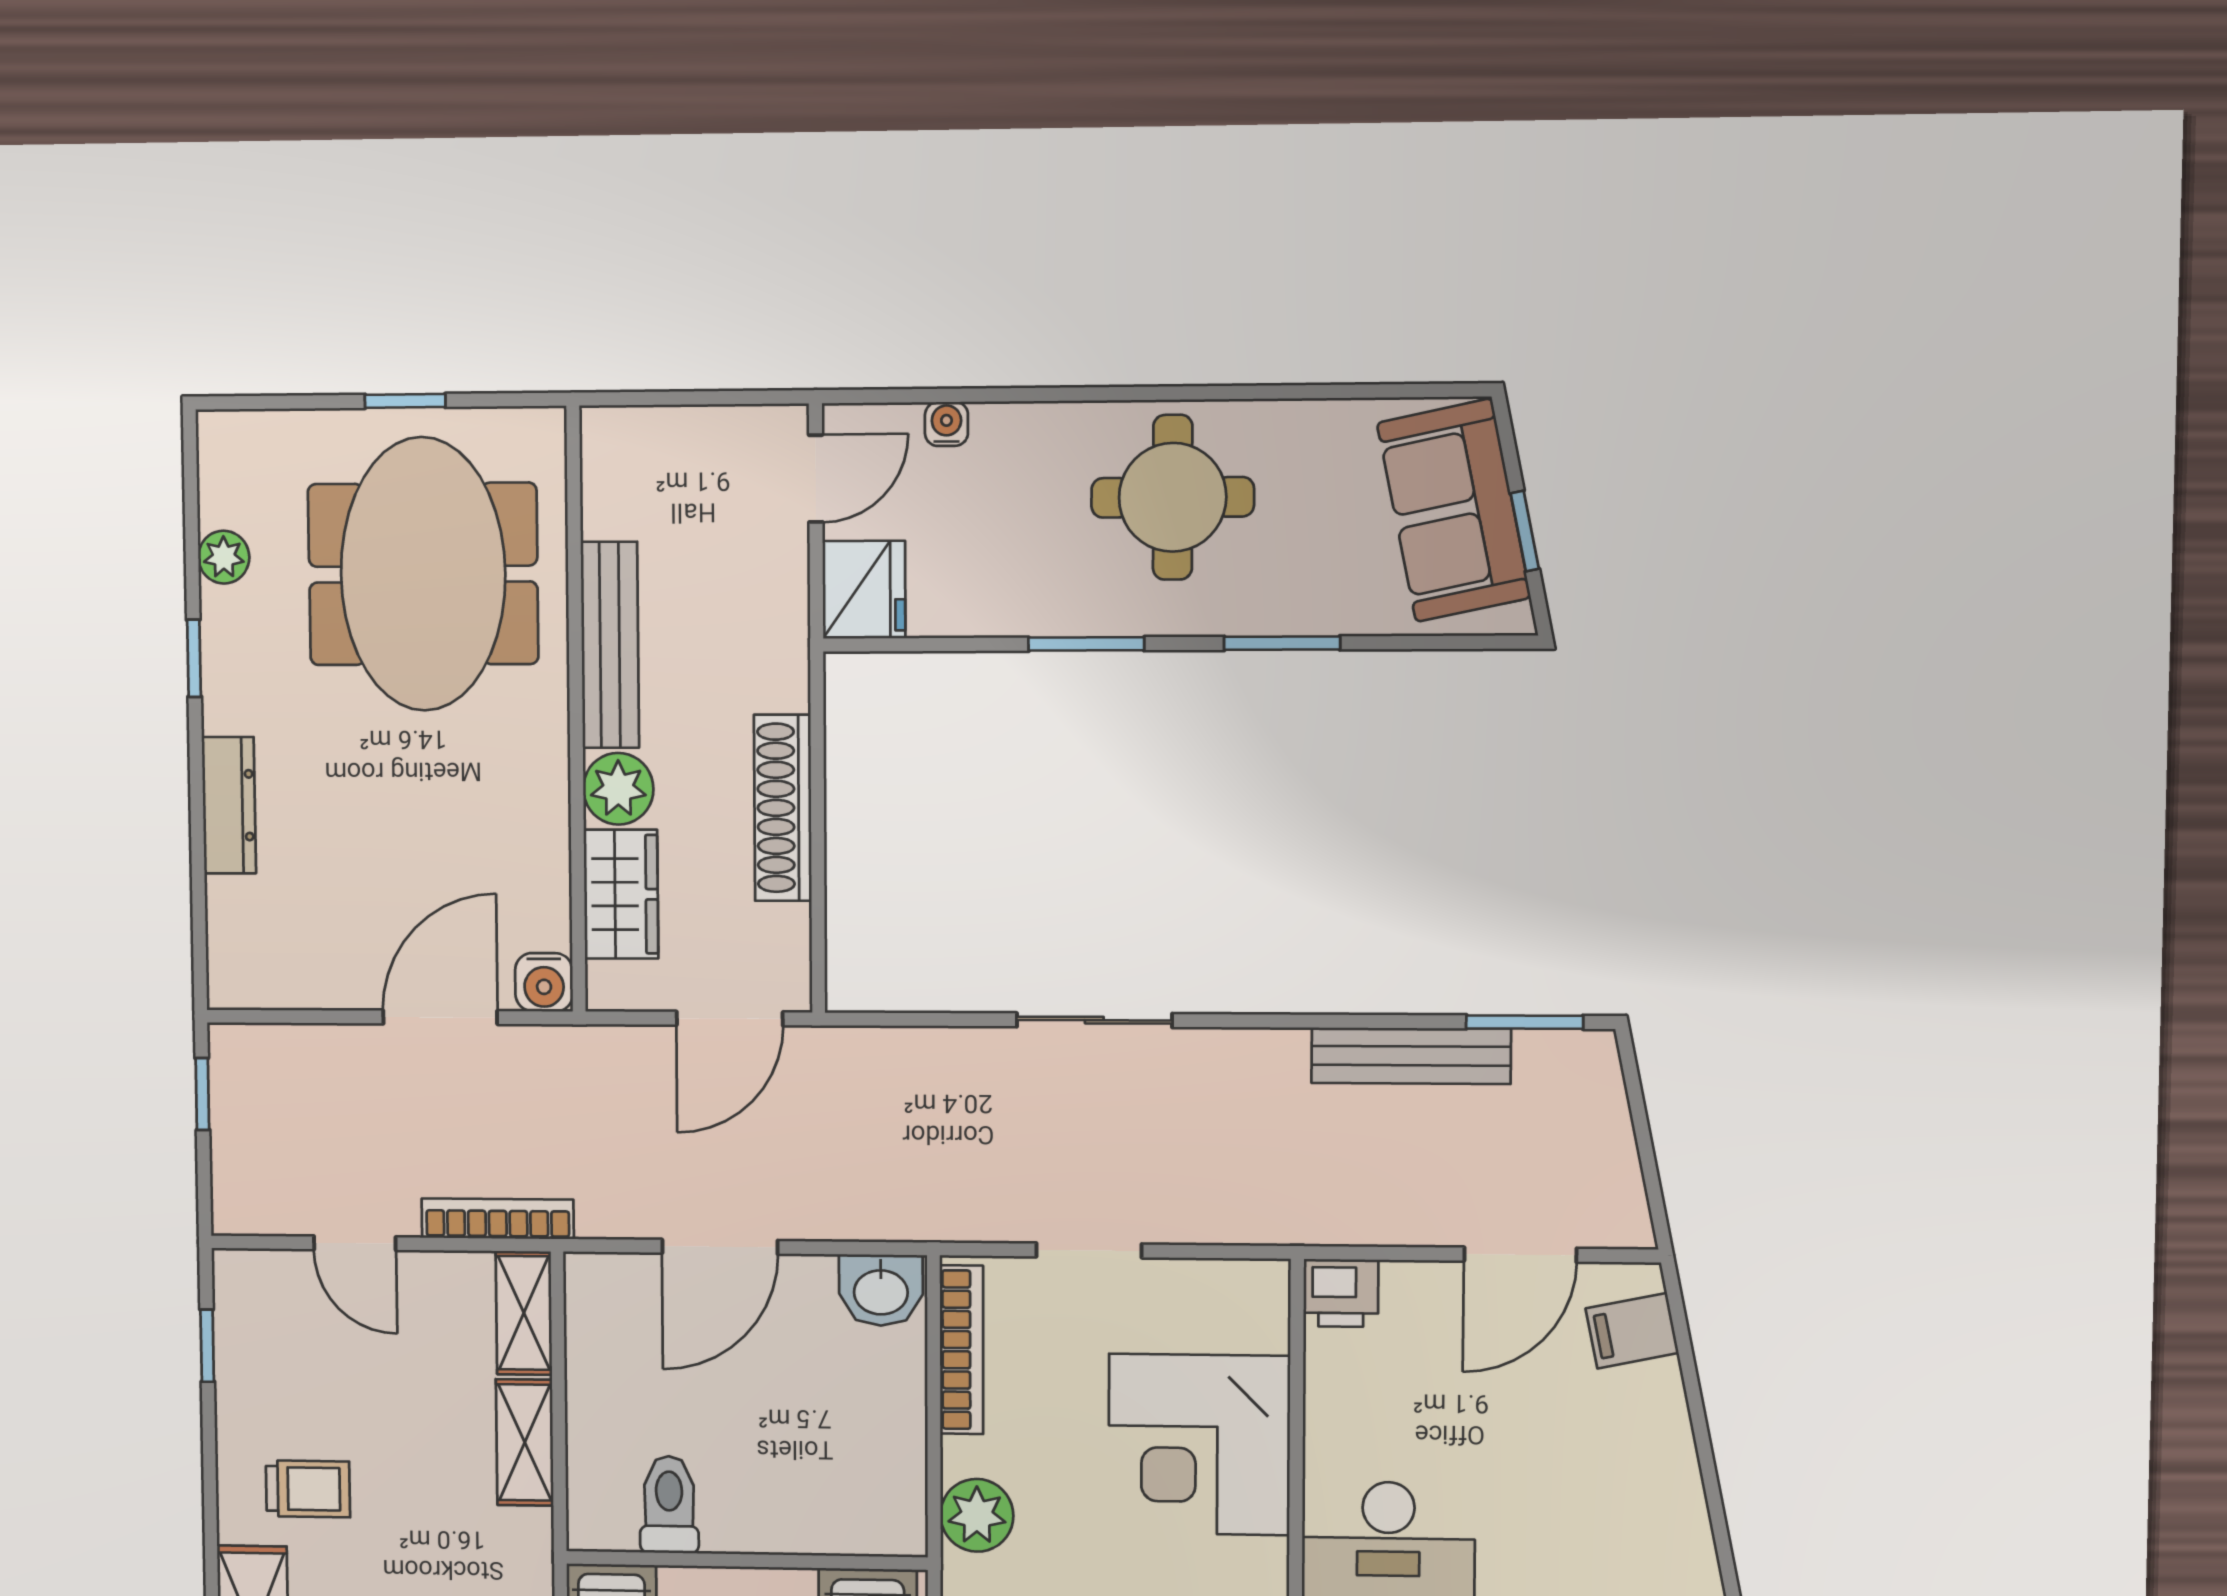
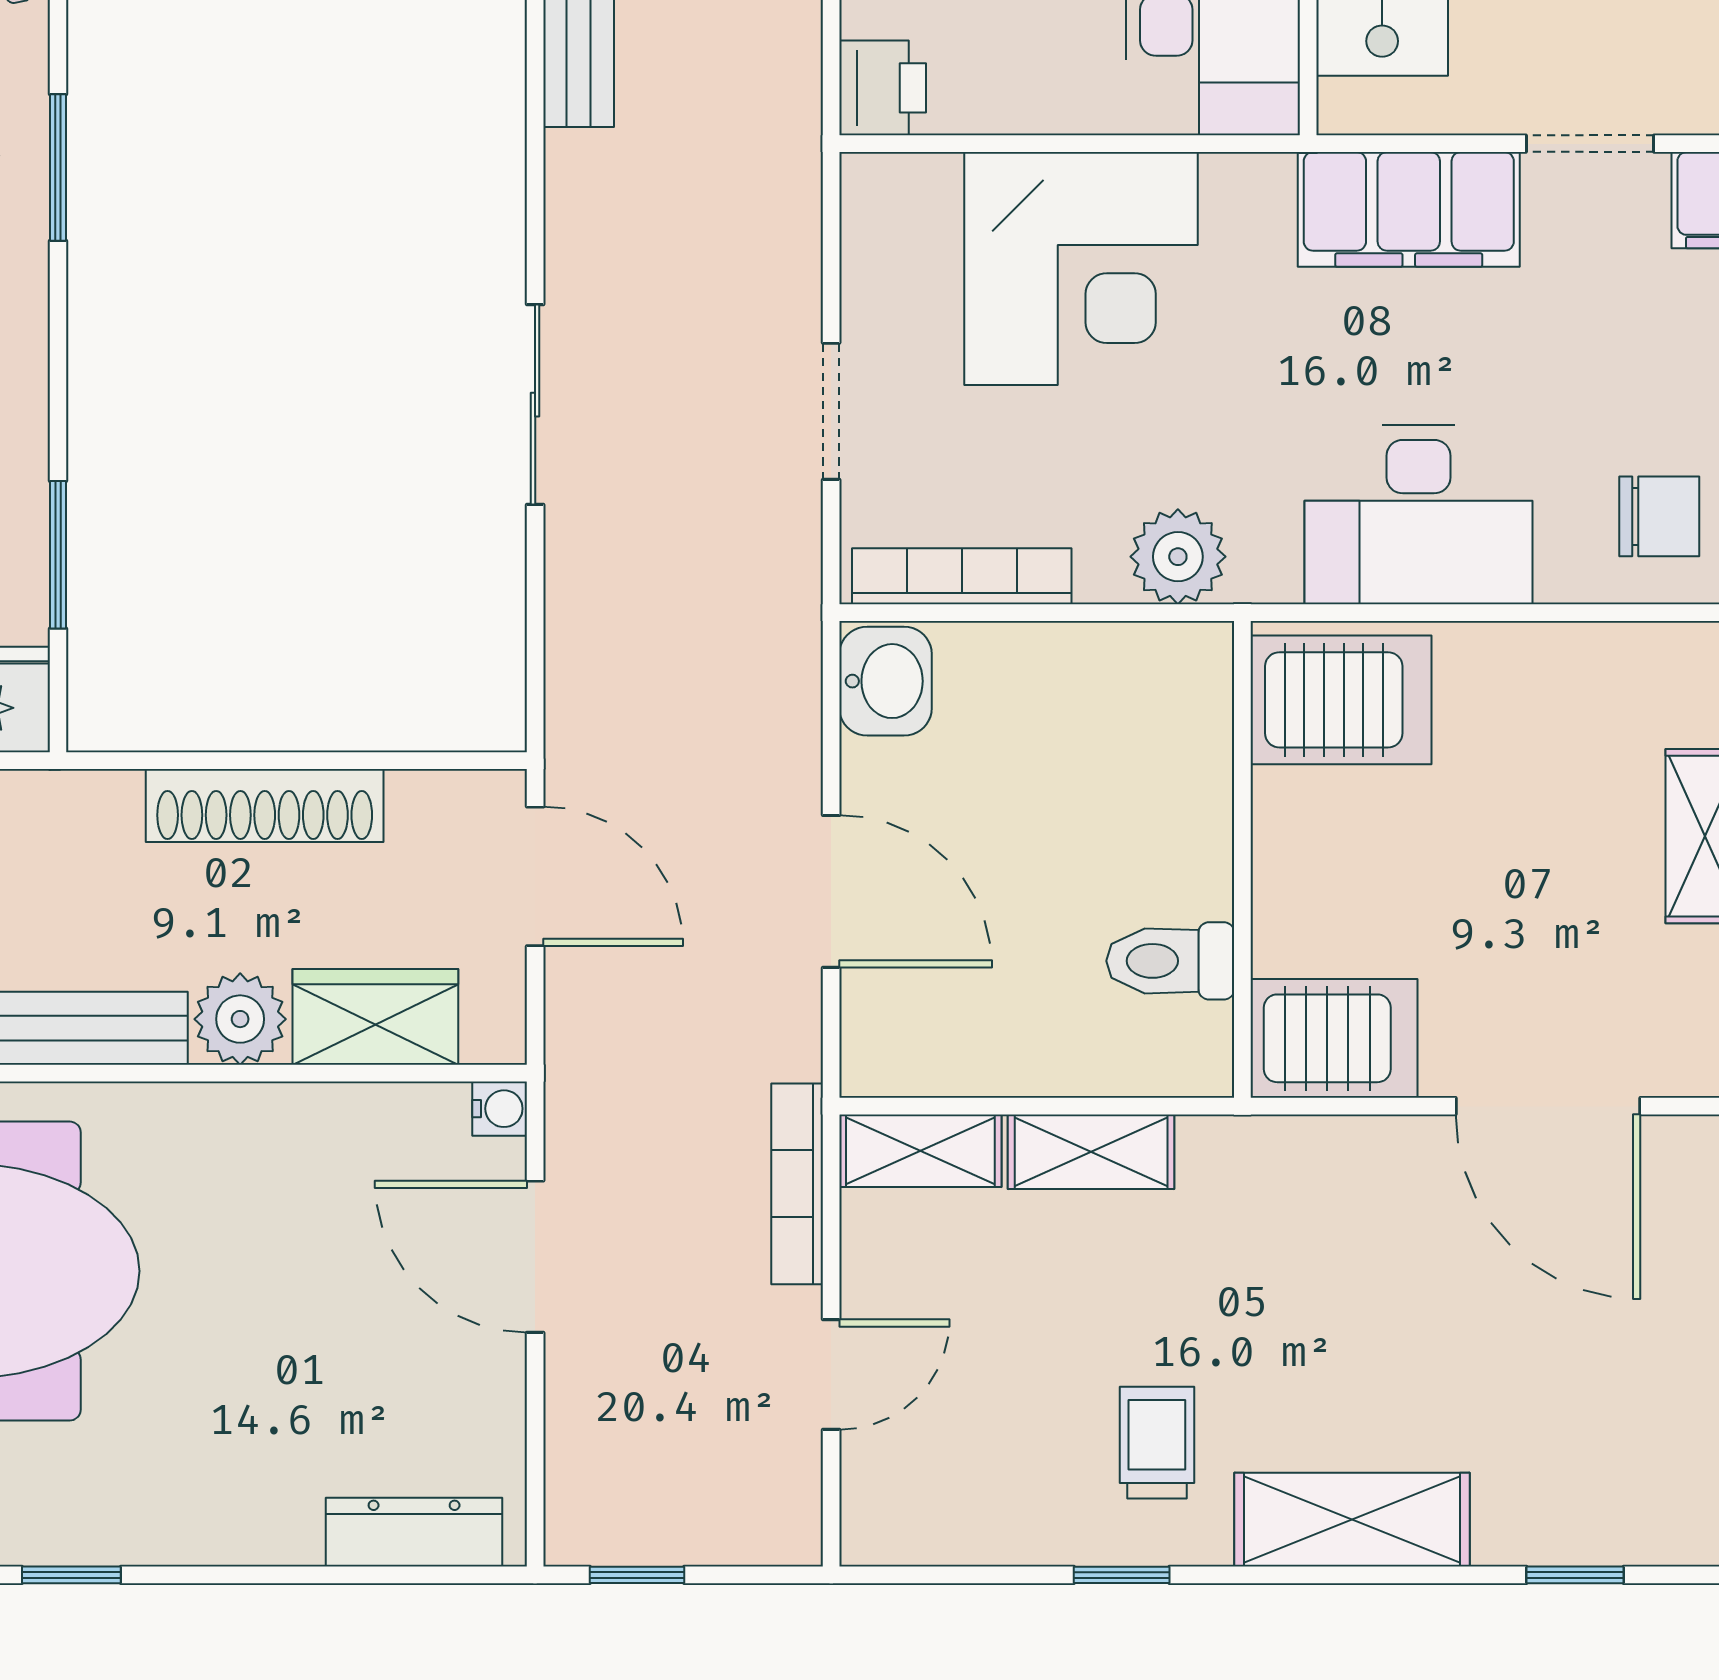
window: (1086, 644) -> (58, 555), moved
dresser: (229, 805) -> (414, 1532), moved
water cooler: (544, 982) -> (500, 1109), width x0.72, depth x0.72
window: (207, 1346) -> (1122, 1575), moved

